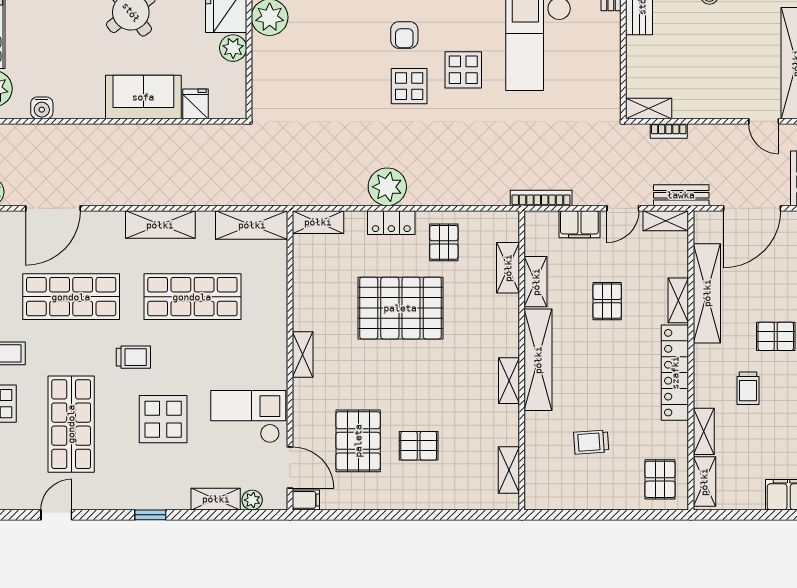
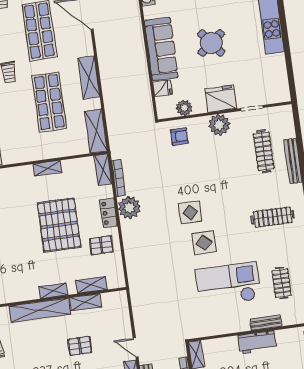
armchair: (404, 35) -> (179, 136), moved, turned 180
plant: (233, 48) -> (184, 108), moved
sofa: (143, 97) -> (161, 49), width x1.36
bookcase: (541, 198) -> (119, 178), moved
filing cabinet: (579, 224) -> (123, 323), removed
shelving: (303, 355) -> (47, 168), moved
shelving: (509, 381) -> (53, 291), moved

